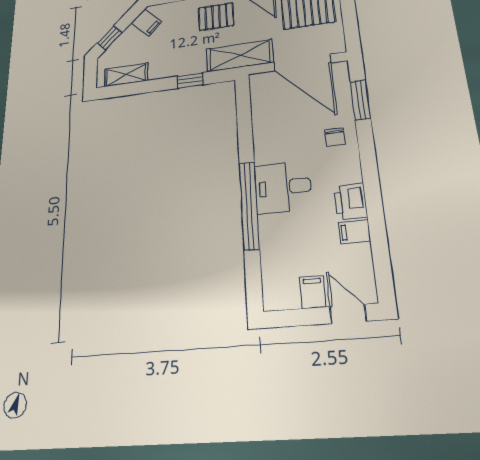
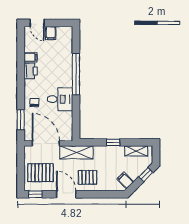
window: (190, 80) -> (113, 142), moved
desk: (283, 187) -> (60, 99), moved

